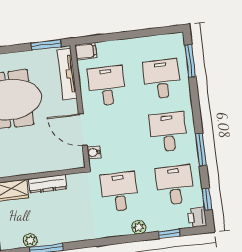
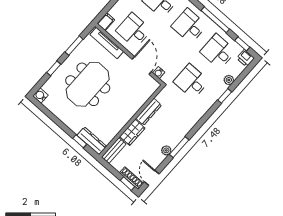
window: (46, 45) -> (74, 46), moved
door: (83, 129) -> (142, 65), swing flipped
window: (201, 150) -> (215, 20), width x1.44
plant: (139, 227) -> (229, 80), moved
window: (169, 234) -> (225, 96), moved

